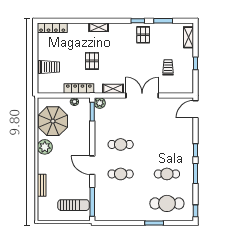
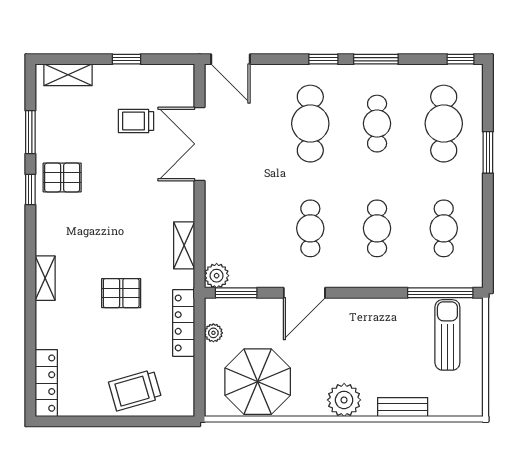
trolley: (49, 67) -> (135, 390), turned -106
double door: (142, 95) -> (199, 144), moved
cafe table: (167, 144) -> (310, 124), added
plant: (45, 147) -> (344, 400), moved
door: (92, 165) -> (304, 293), moved
cafe table: (121, 203) -> (444, 228), added

